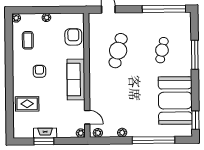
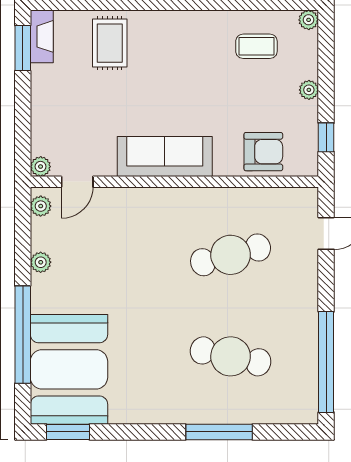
window: (67, 10) -> (326, 137), added
cafe table: (162, 50) -> (231, 356), width x1.37, depth x1.35
cafe table: (118, 51) -> (231, 255), turned -30
armchair: (39, 71) -> (185, 72), removed
booth: (175, 100) -> (69, 369), moved, turned 90
fireplace: (45, 133) -> (42, 36), moved
window: (44, 141) -> (23, 48), moved

